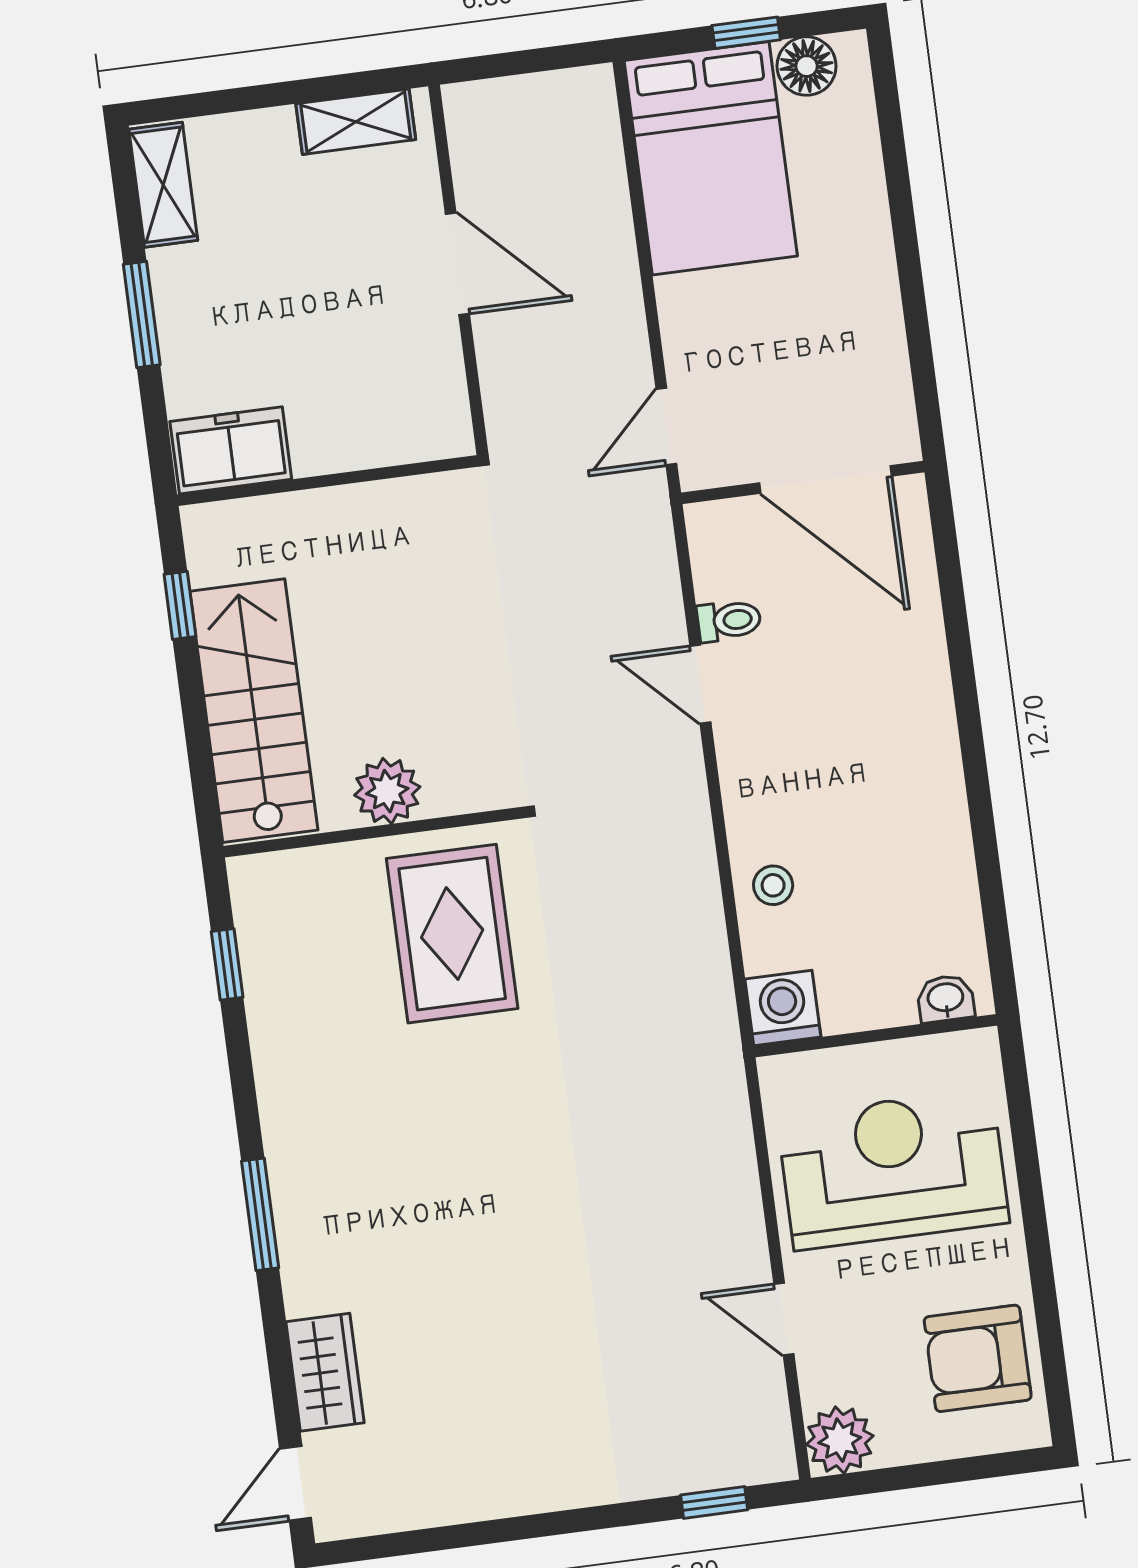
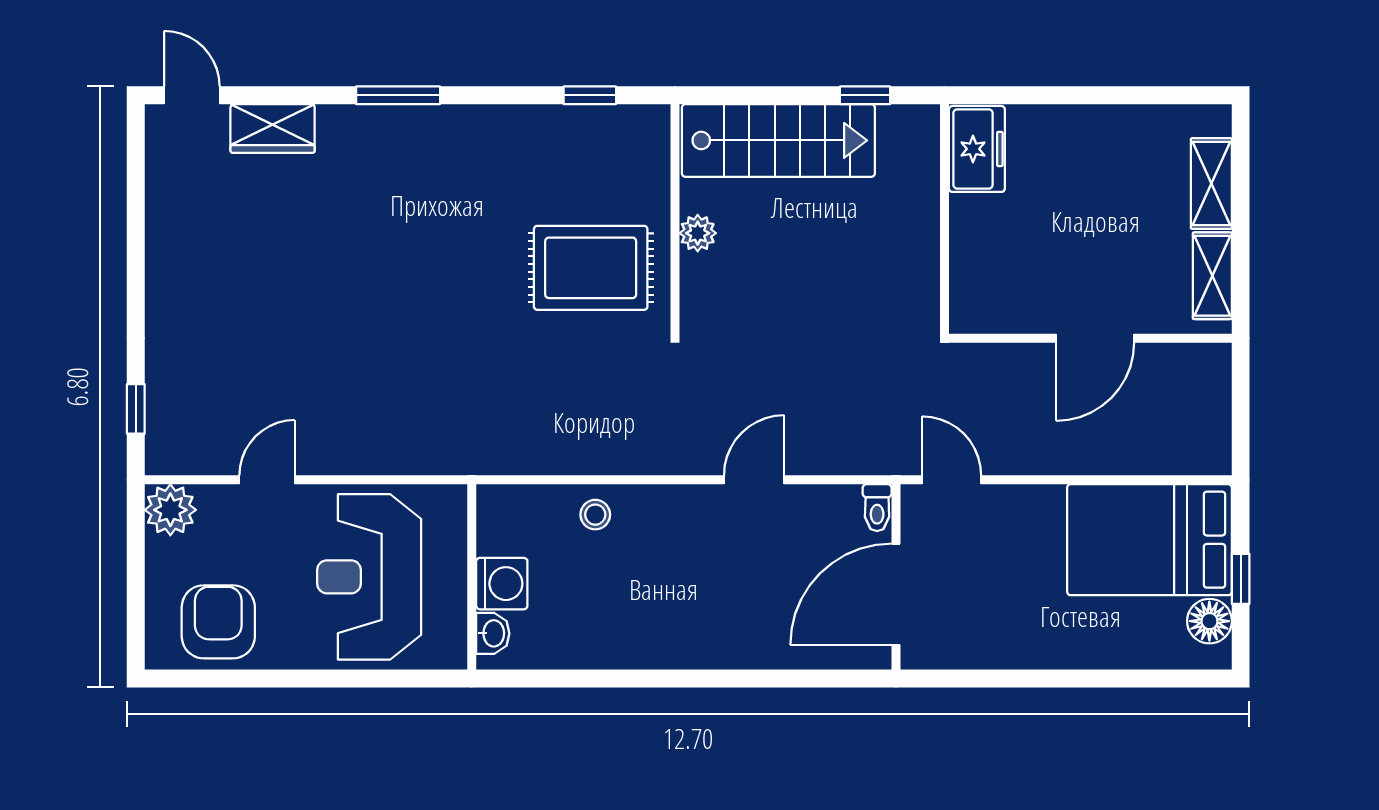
shelving: (163, 185) -> (1211, 184), moved, turned 90
window: (142, 314) -> (1088, 95), removed
toilet: (729, 621) -> (877, 508), moved
plant: (387, 791) -> (698, 233), width x0.73, depth x0.73
washing machine: (783, 1008) -> (502, 584), moved
reception desk: (893, 1169) -> (369, 577), turned 180

